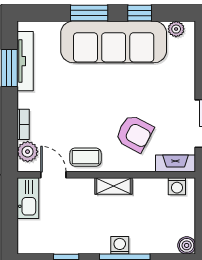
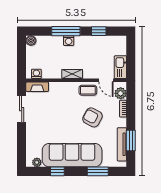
window: (89, 13) -> (98, 171), moved
armchair: (134, 133) -> (92, 117), moved

